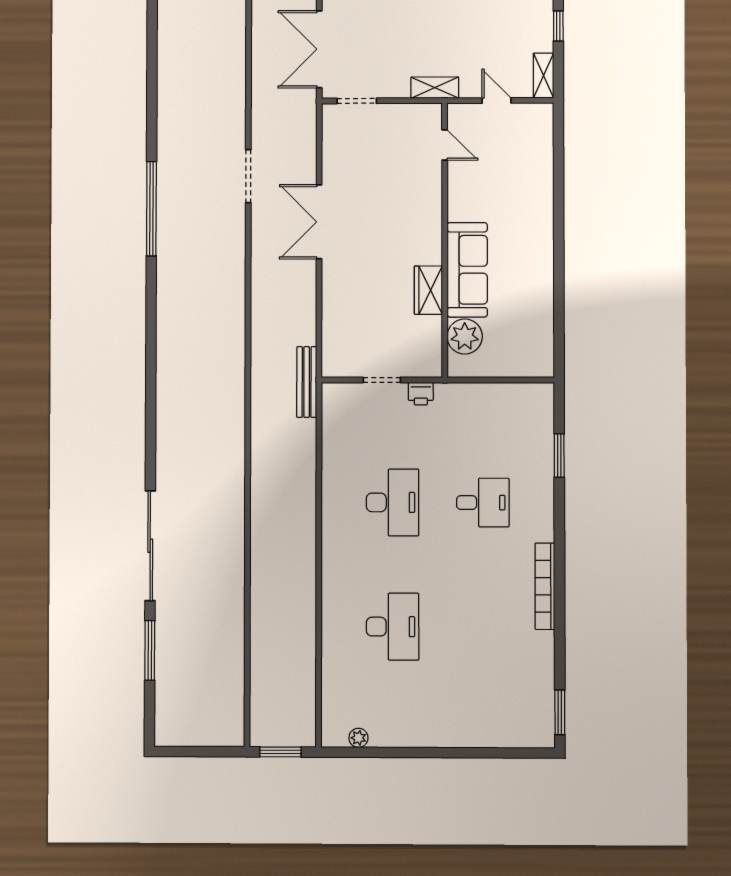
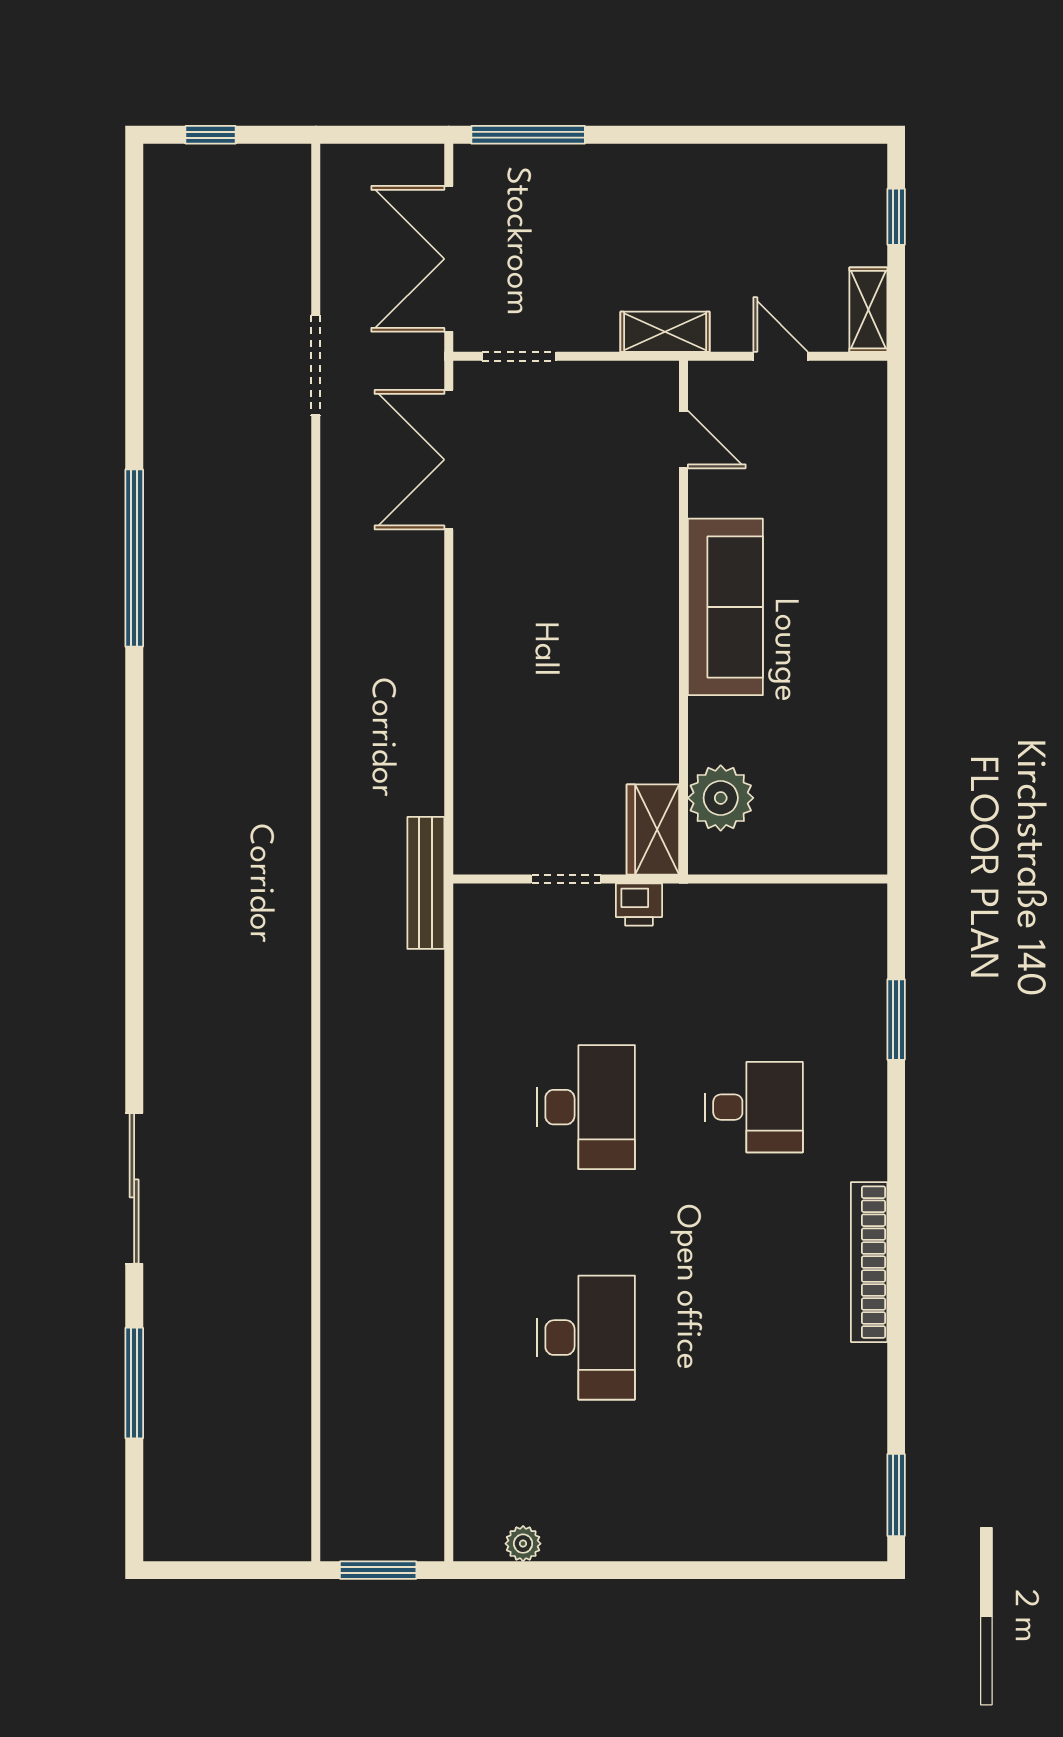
doorway: (248, 176) -> (316, 365), moved
double door: (319, 222) -> (449, 460), moved
sofa: (467, 270) -> (725, 607), moved
wardrobe: (428, 290) -> (653, 829), moved
sliding door: (150, 546) -> (134, 1188), width x0.73

